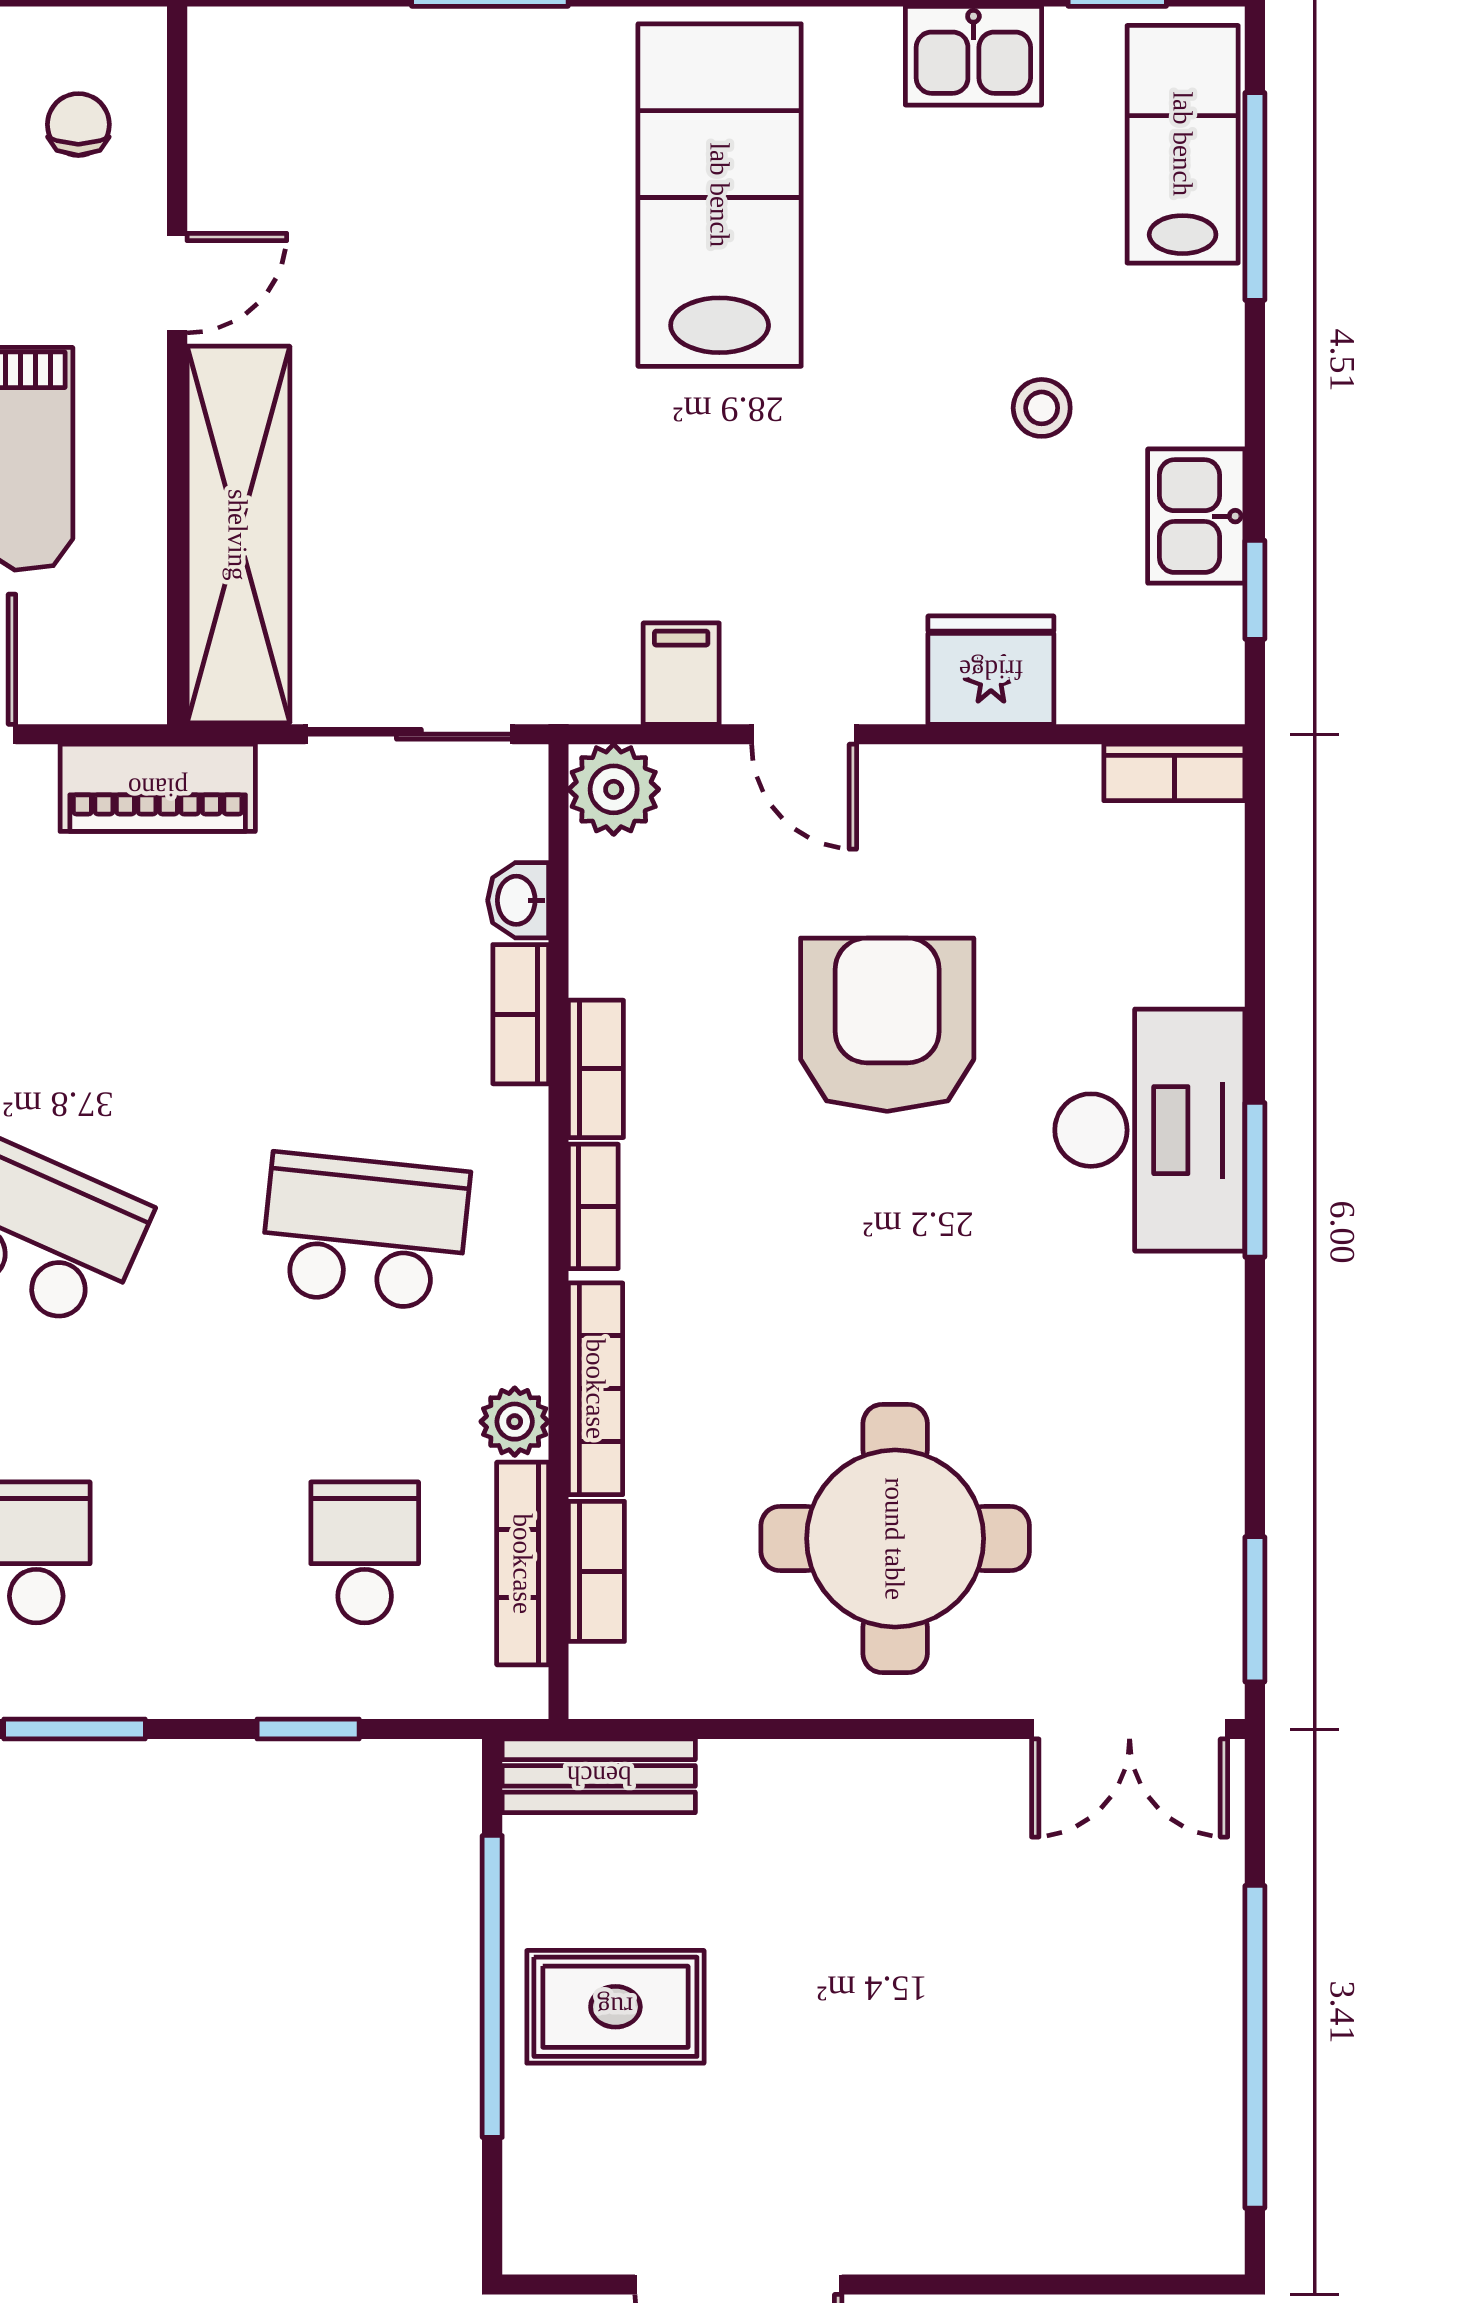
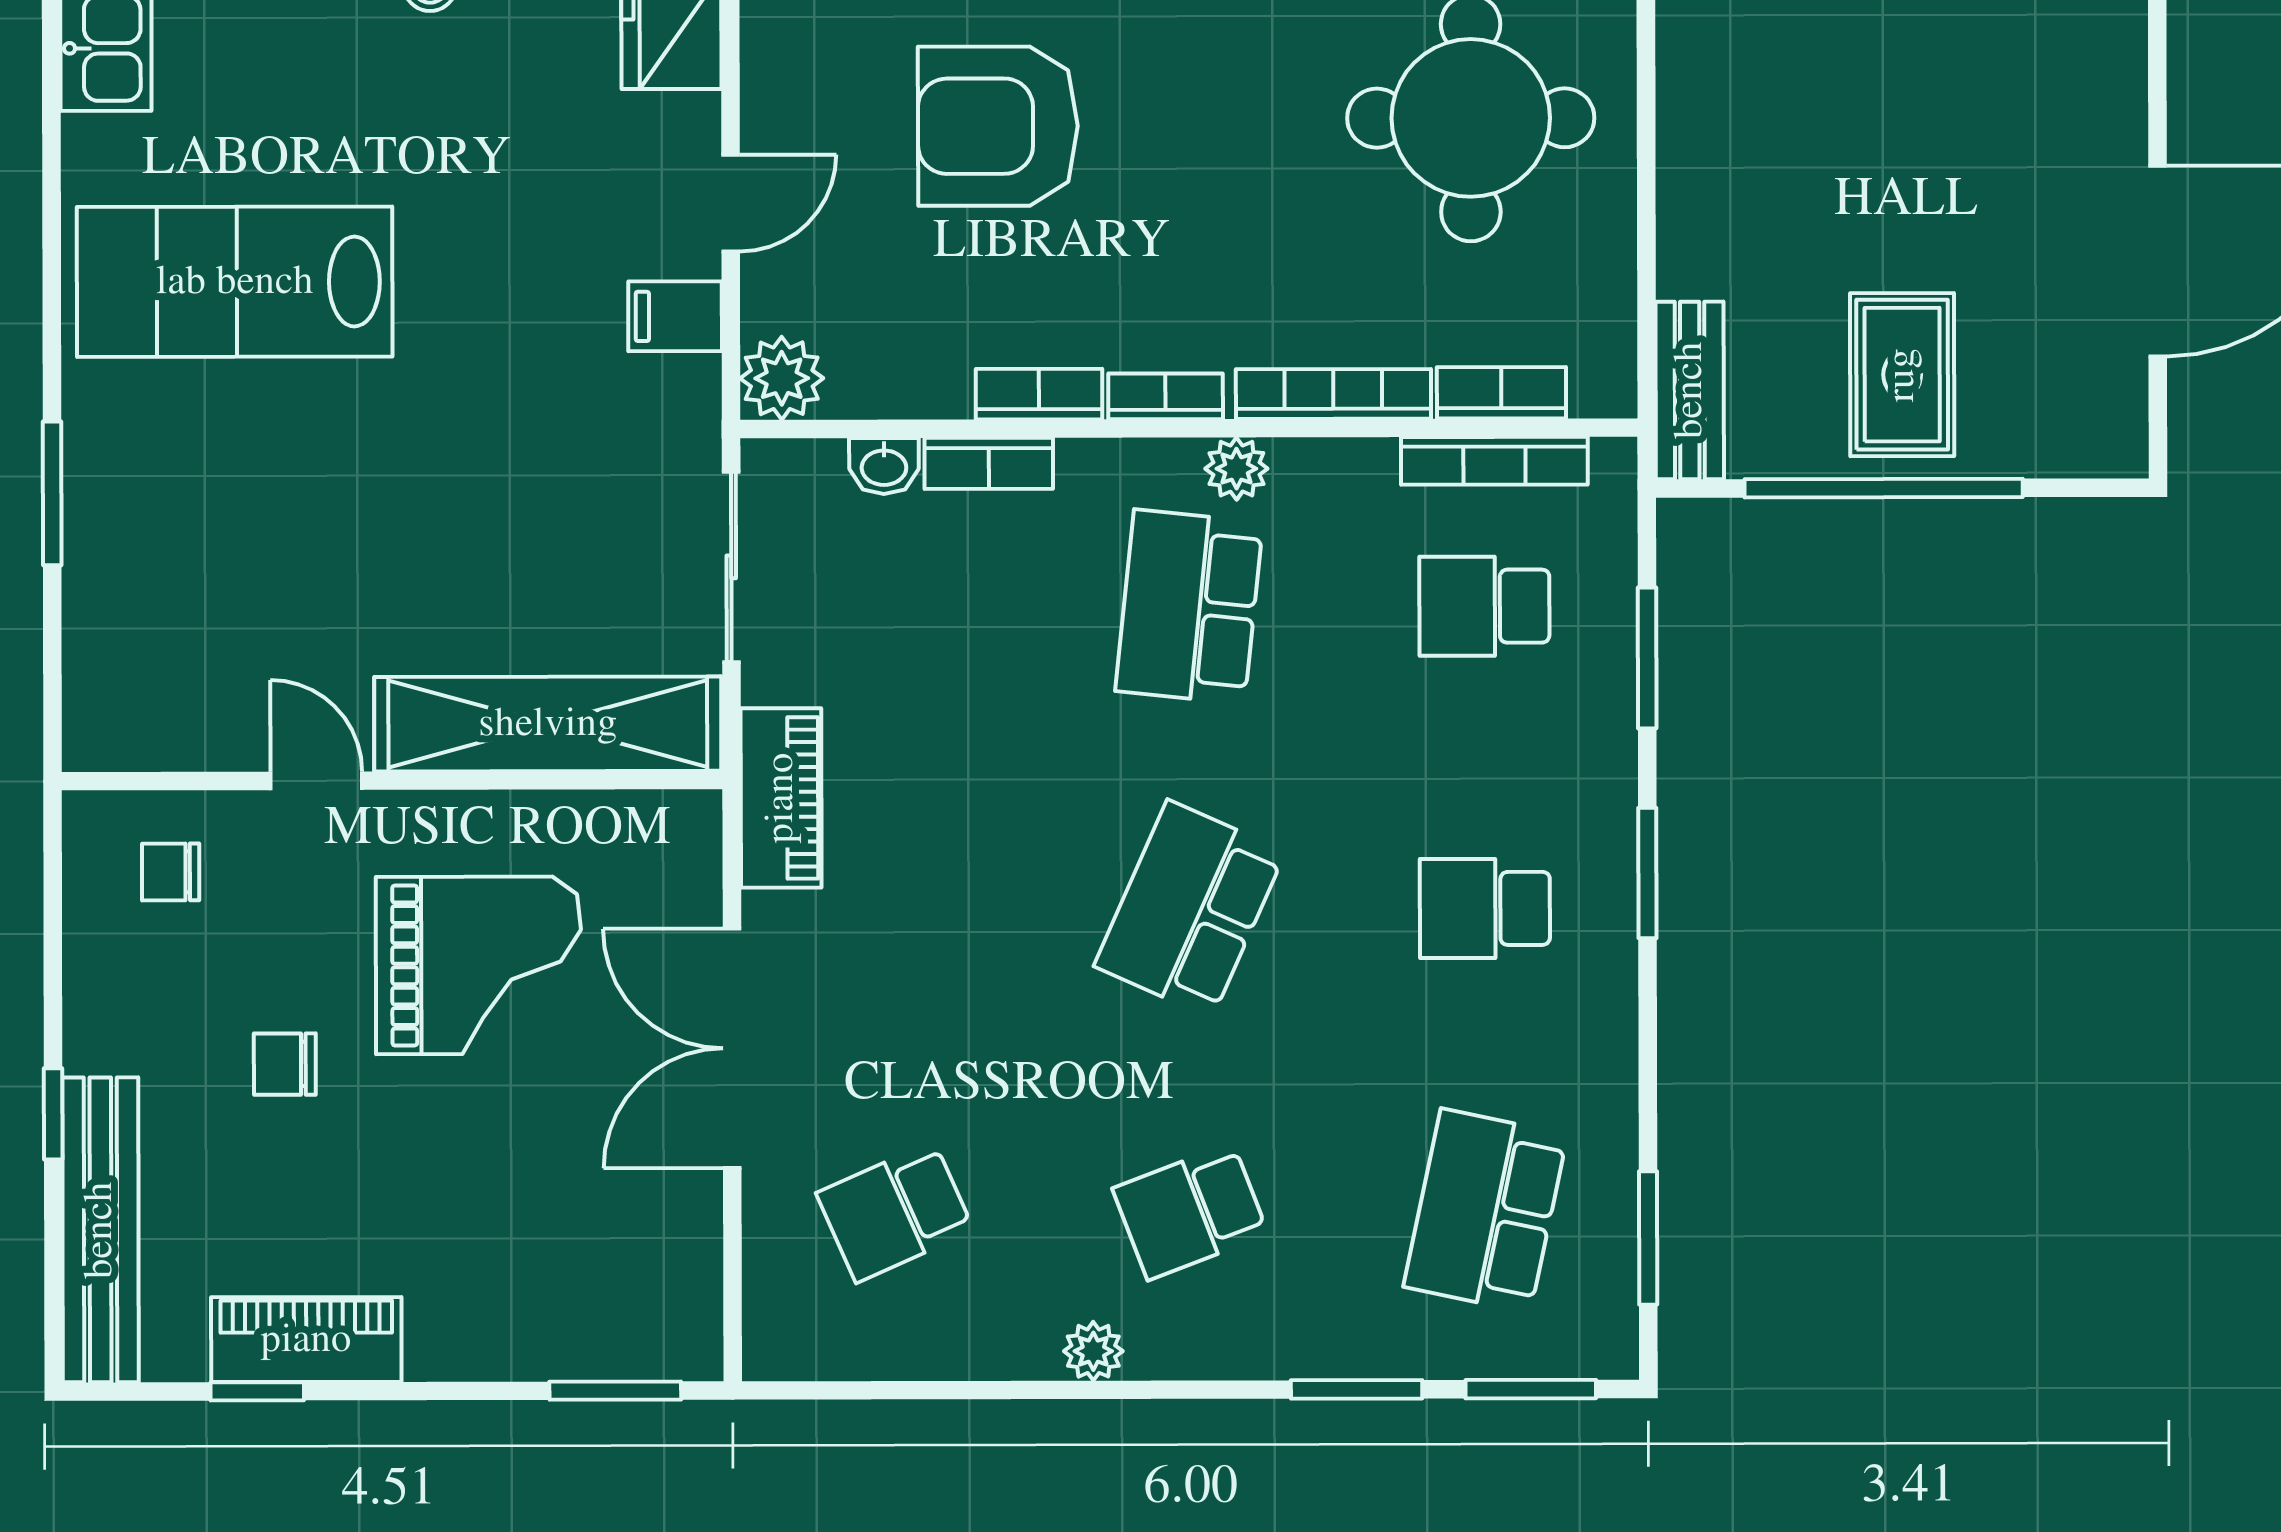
plant: (515, 1422) -> (1236, 469), moved
window: (308, 1729) -> (1647, 658), width x1.50

